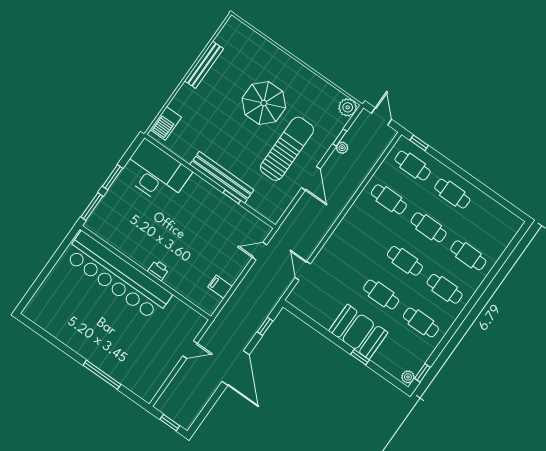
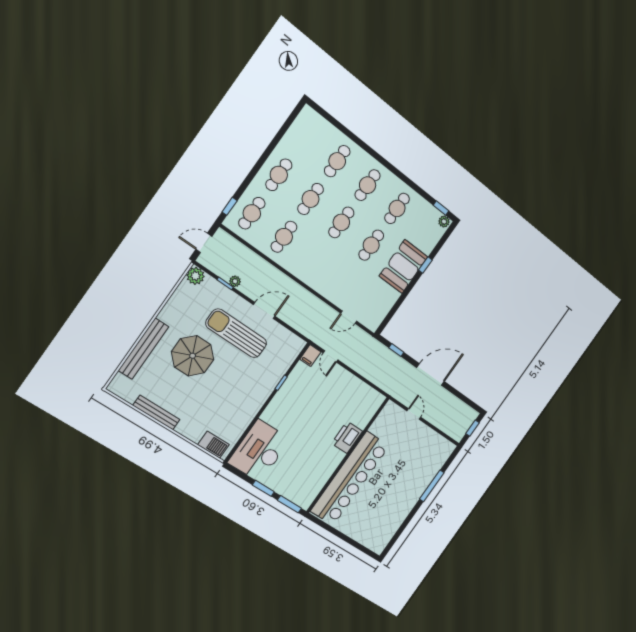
bench: (222, 177) -> (143, 349), moved
printer: (158, 270) -> (347, 437), width x1.87, depth x1.48
filing cabinet: (220, 287) -> (310, 356), moved

